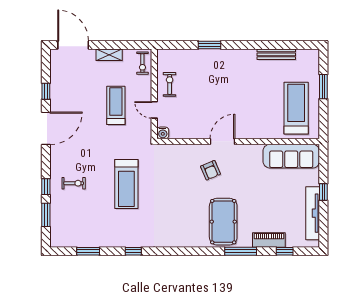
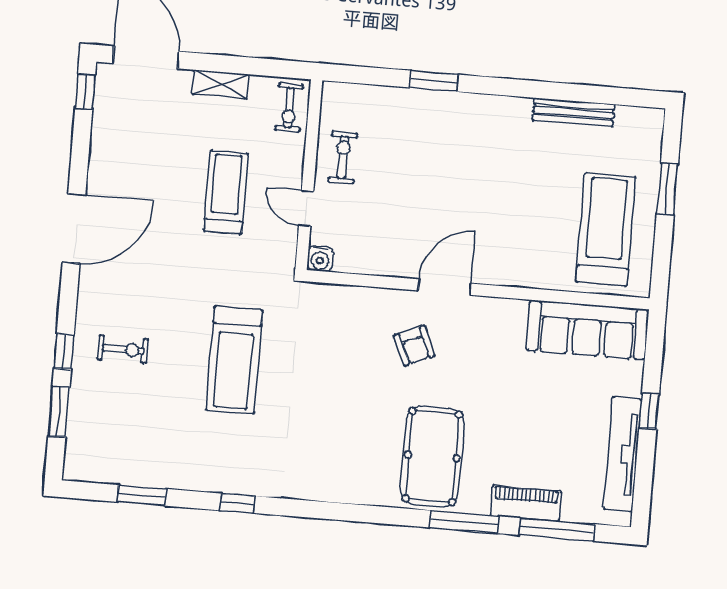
window: (46, 91) -> (85, 92), moved
window: (285, 251) -> (557, 530), width x2.17

